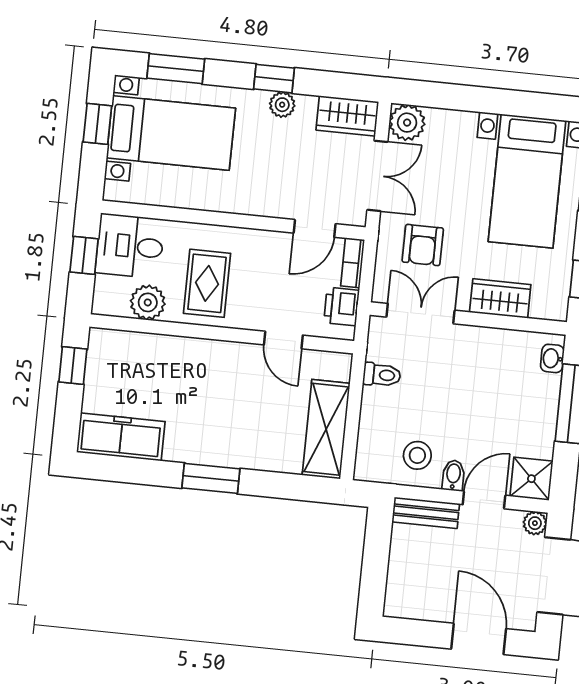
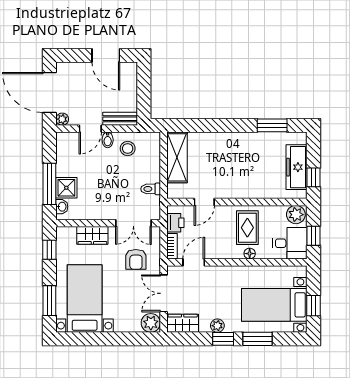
window: (176, 69) -> (257, 339), moved
floor lamp: (208, 234) -> (250, 254), added
armchair: (423, 245) -> (136, 259), turned 180
plant: (148, 302) -> (296, 215), moved
door: (283, 340) -> (204, 202), swing flipped
freezer: (121, 437) -> (297, 167), moved, turned 90
window: (211, 478) -> (272, 125), moved
shower: (531, 479) -> (66, 188), moved
door: (479, 639) -> (106, 55), moved

